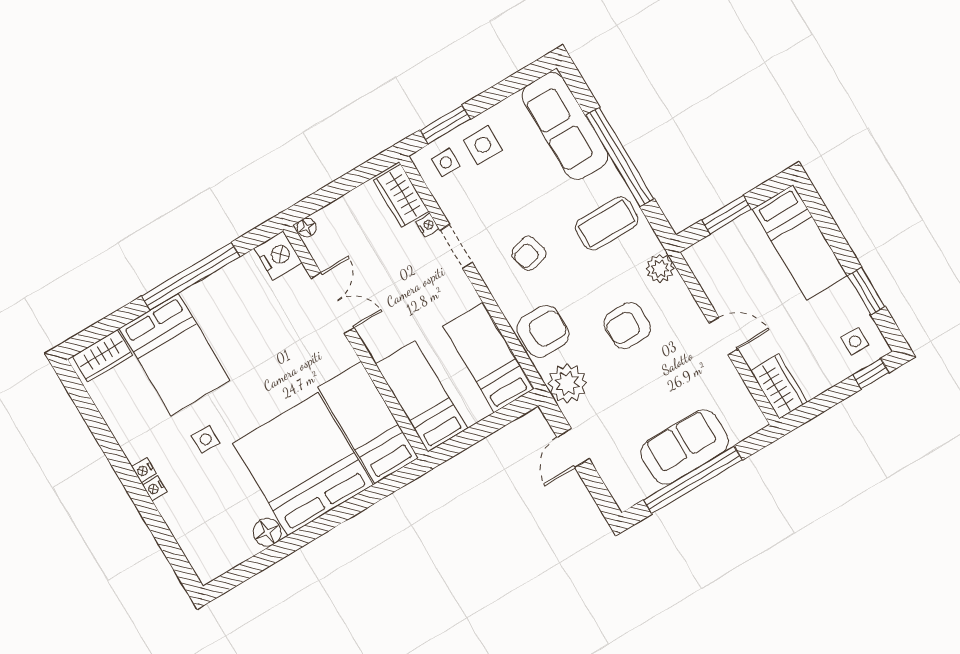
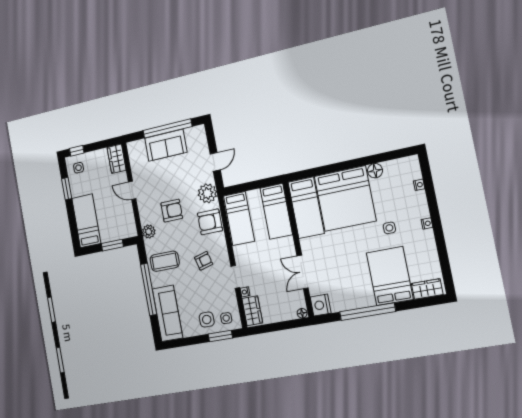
nightstand: (155, 488) -> (419, 185), moved

